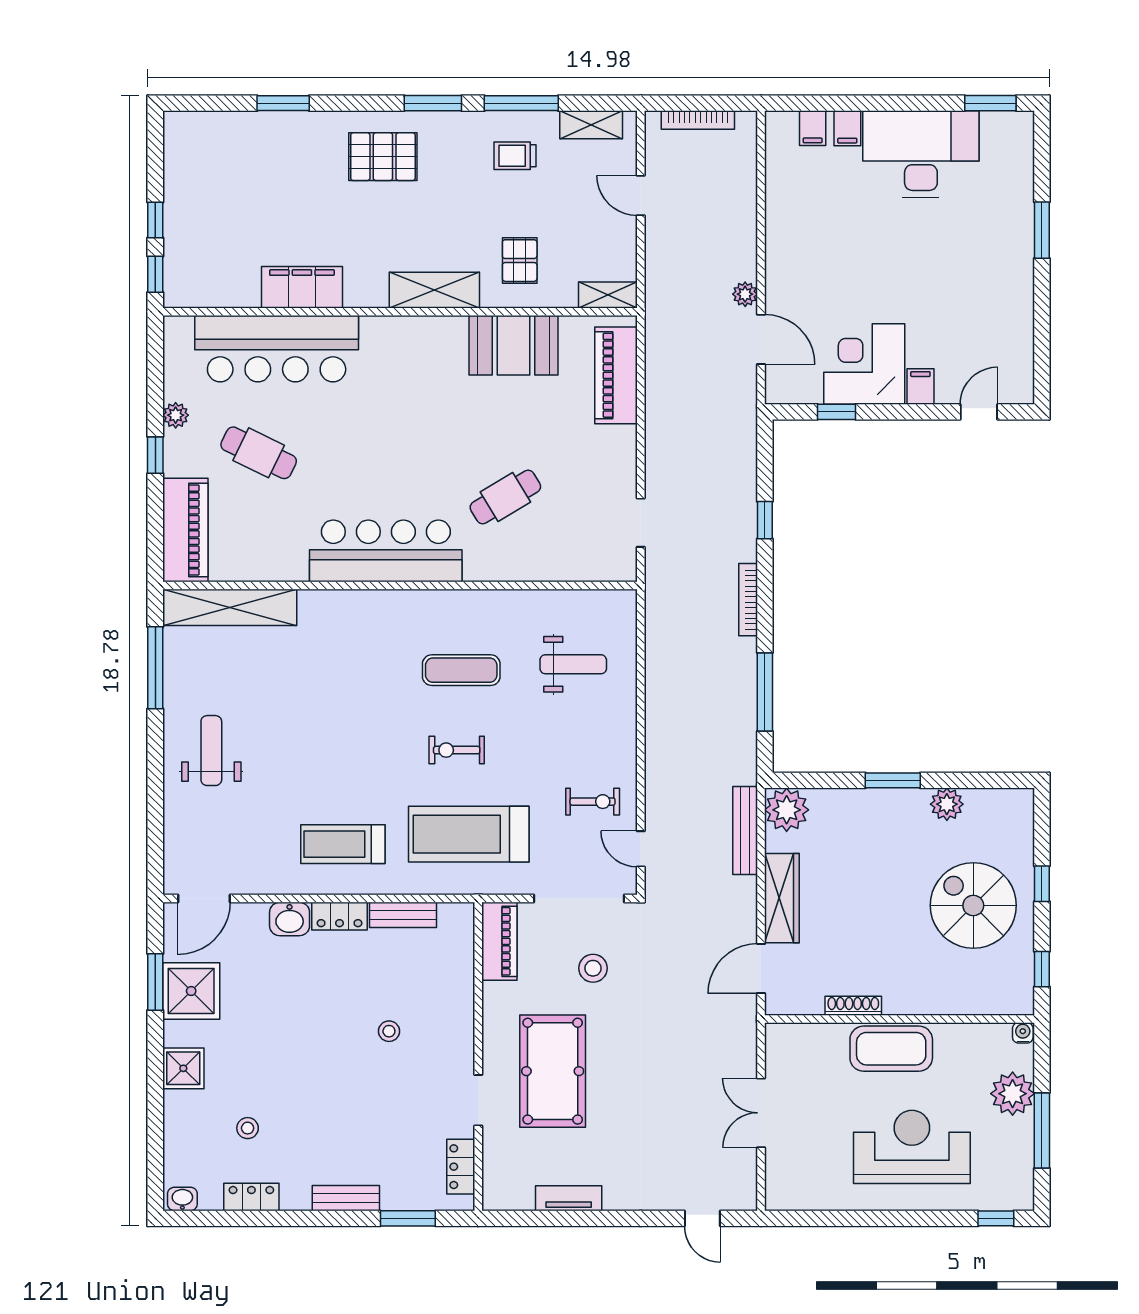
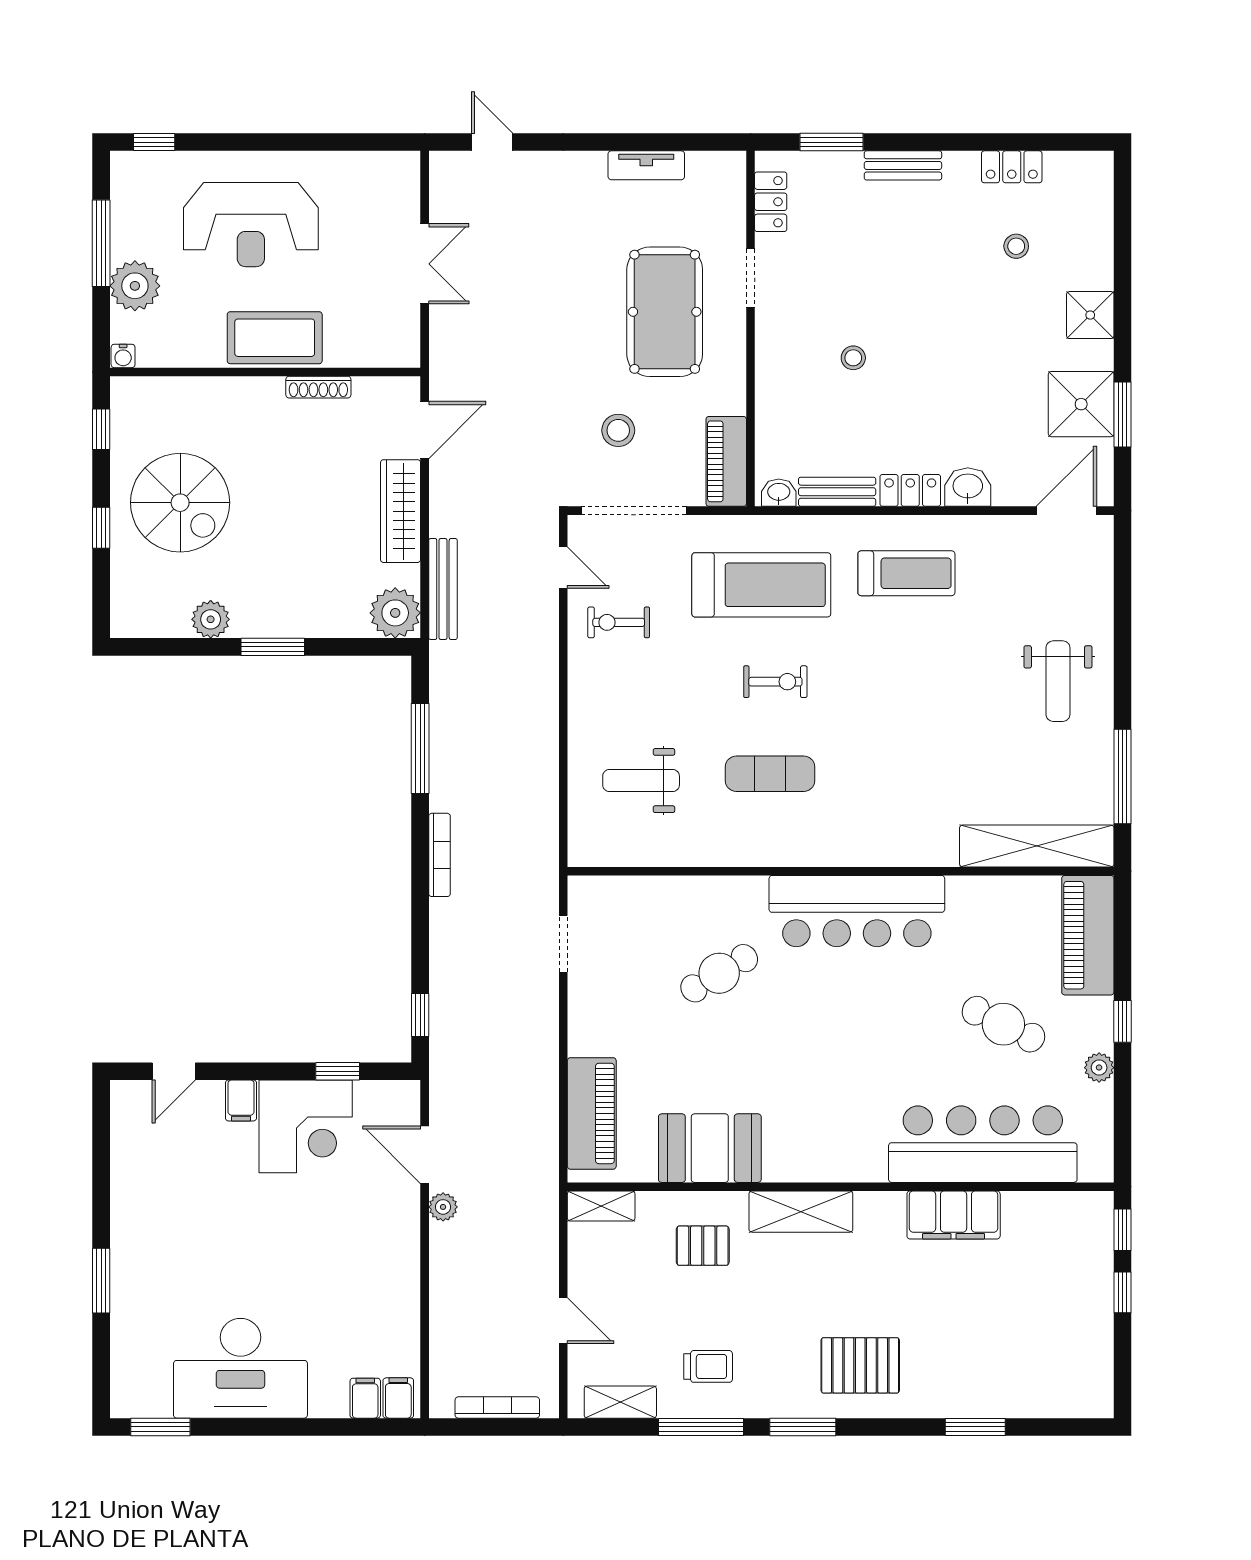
filing cabinet: (847, 128) -> (398, 1398), moved
pallet: (520, 261) -> (703, 1246), turned 90
window: (765, 520) -> (420, 1015), moved
washbasin: (182, 1199) -> (779, 493), moved, turned 180

